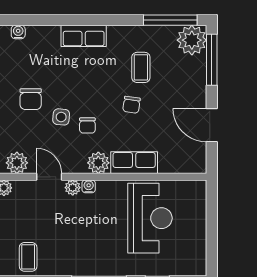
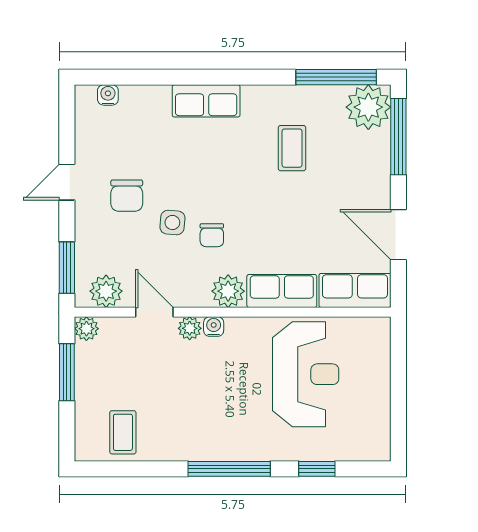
chair: (131, 105) -> (278, 204), removed
row of seats: (183, 162) -> (355, 290), added

